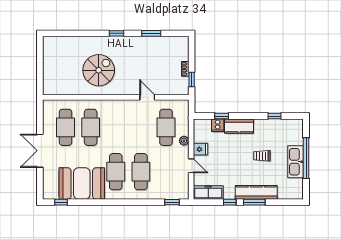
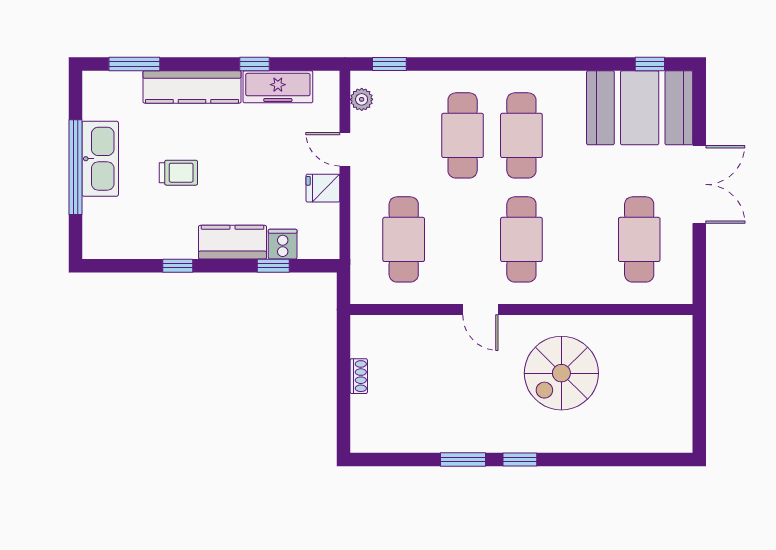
window: (151, 33) -> (463, 459), moved
window: (192, 79) -> (344, 352), removed
door: (147, 97) -> (480, 310), moved
window: (275, 116) -> (178, 266), moved
cafe table: (91, 127) -> (521, 239), moved
plant: (184, 141) -> (362, 99), moved
booth: (82, 183) -> (640, 108), moved
freezer: (208, 192) -> (278, 87), moved
window: (254, 202) -> (134, 64), moved

